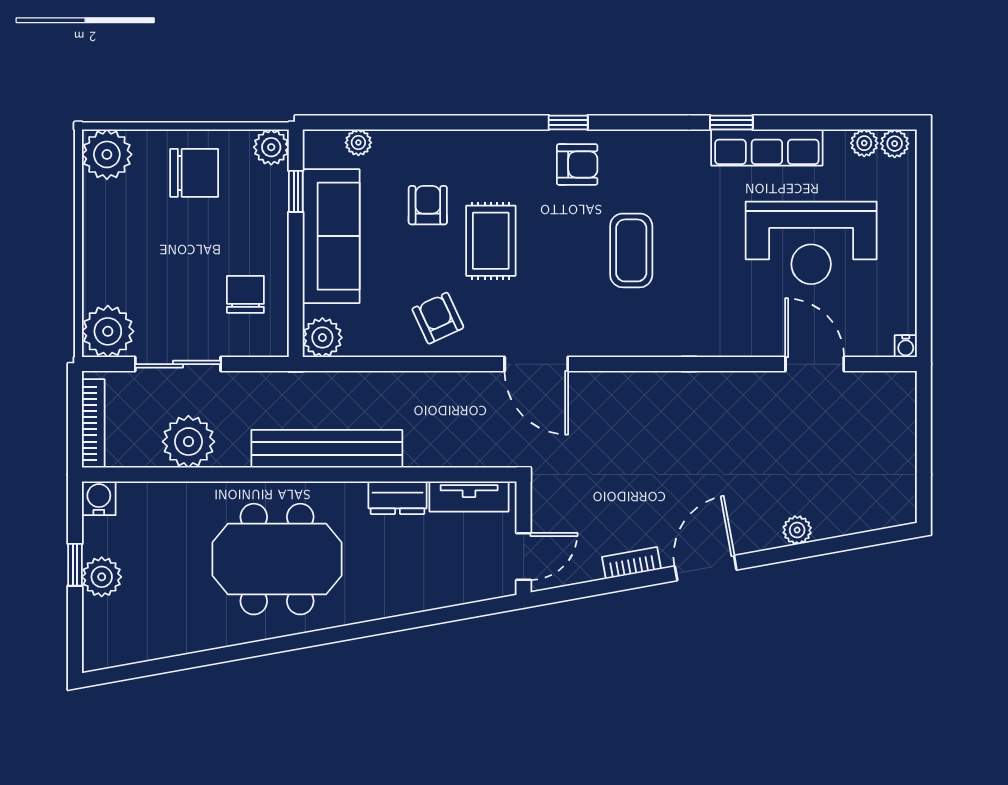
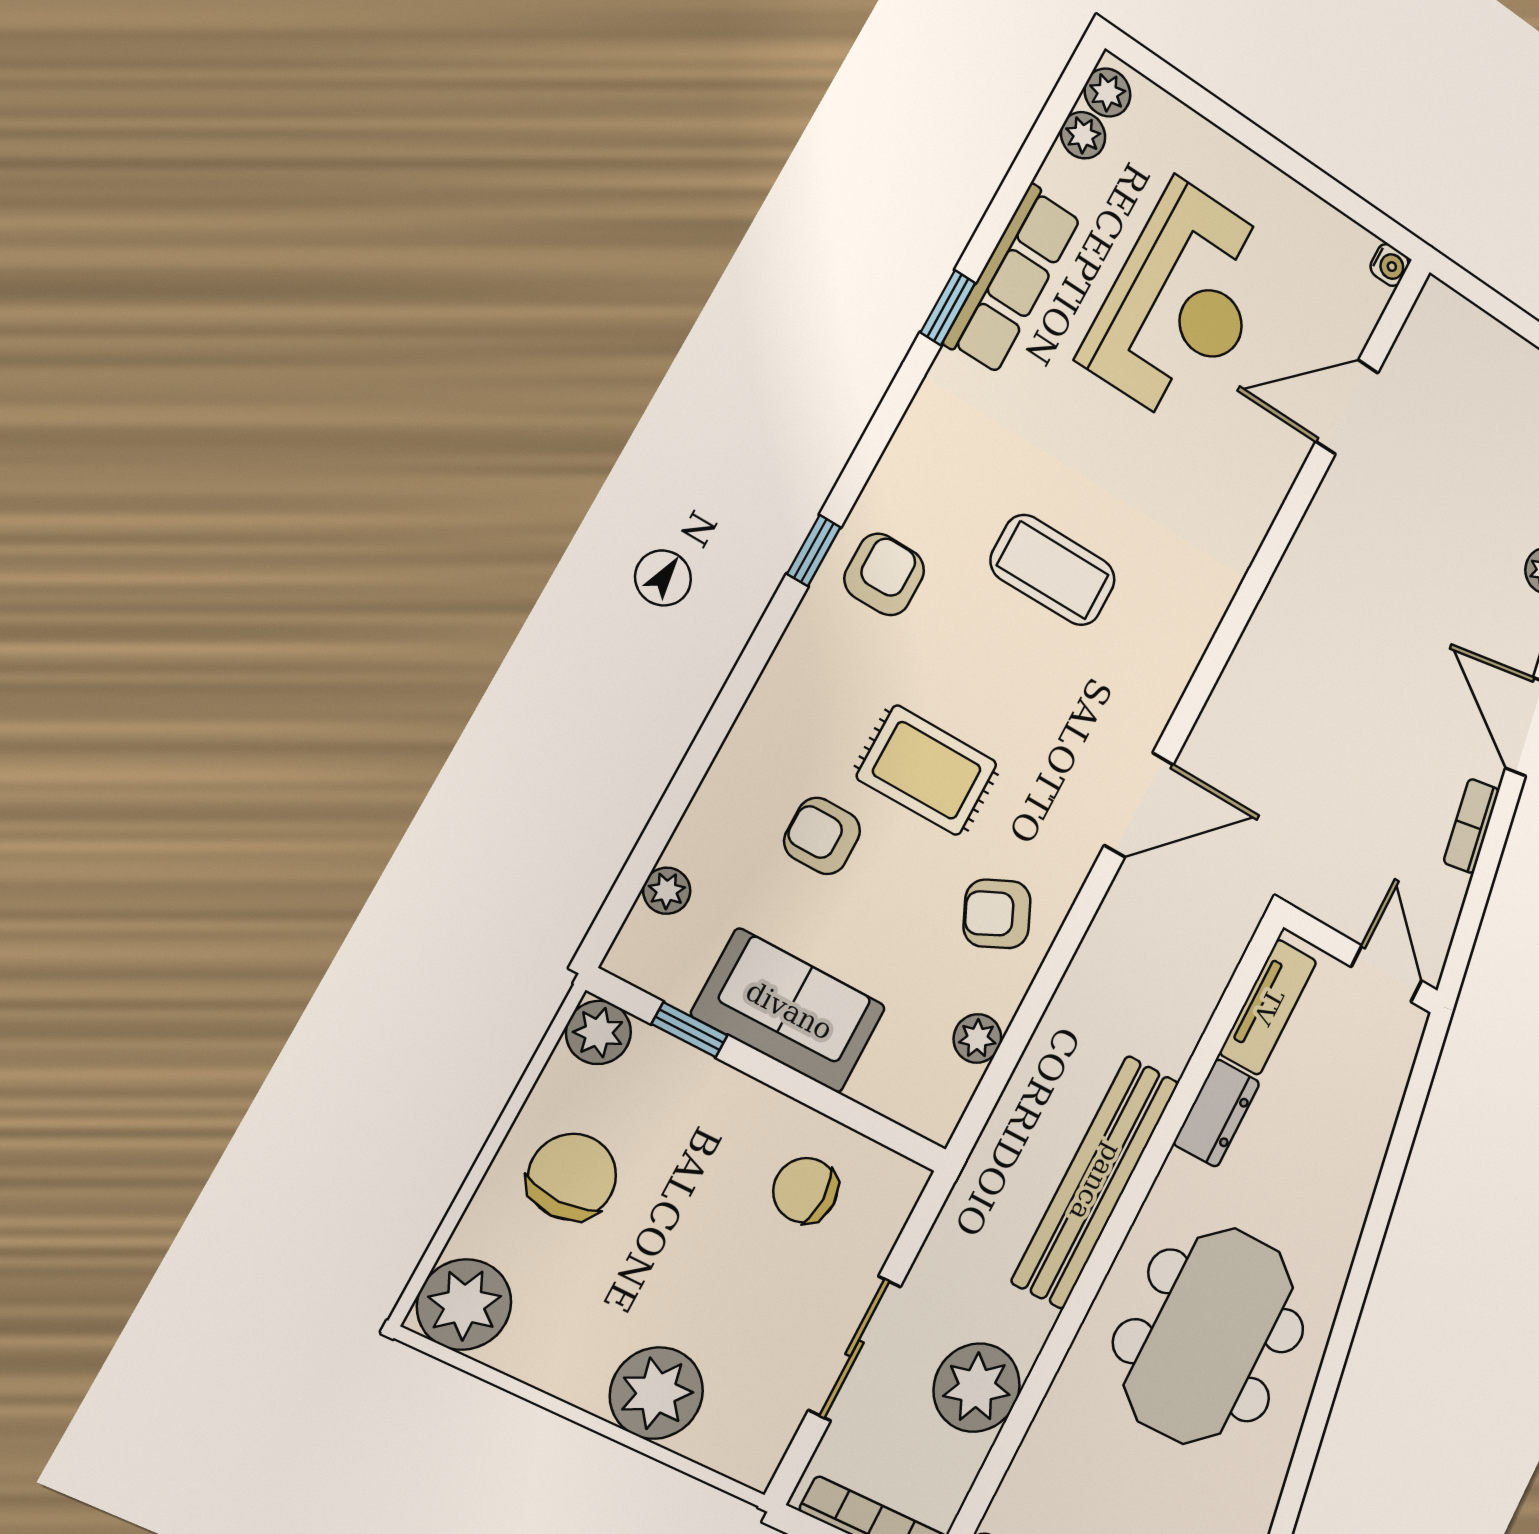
sofa: (331, 236) -> (789, 1011), width x0.73
plant: (108, 331) -> (656, 1393), moved
plant: (322, 338) -> (977, 1038), moved, width x0.73, depth x0.73

